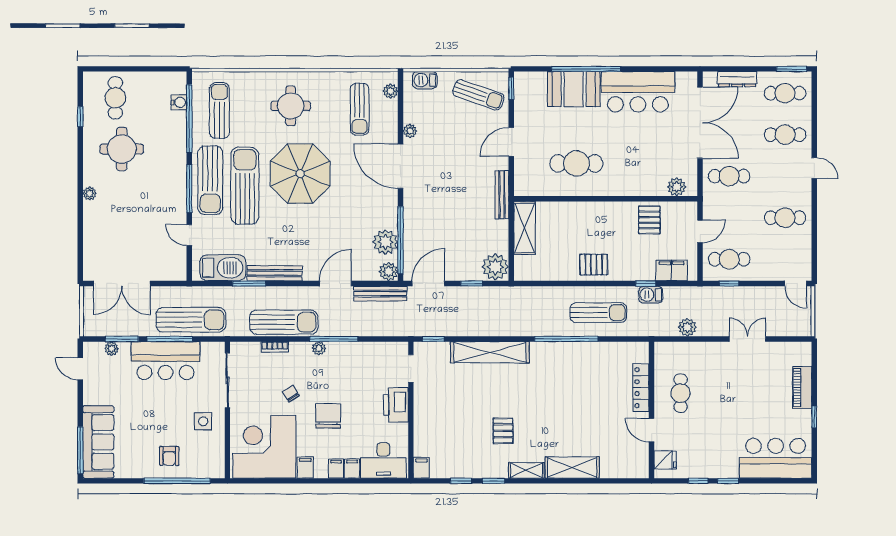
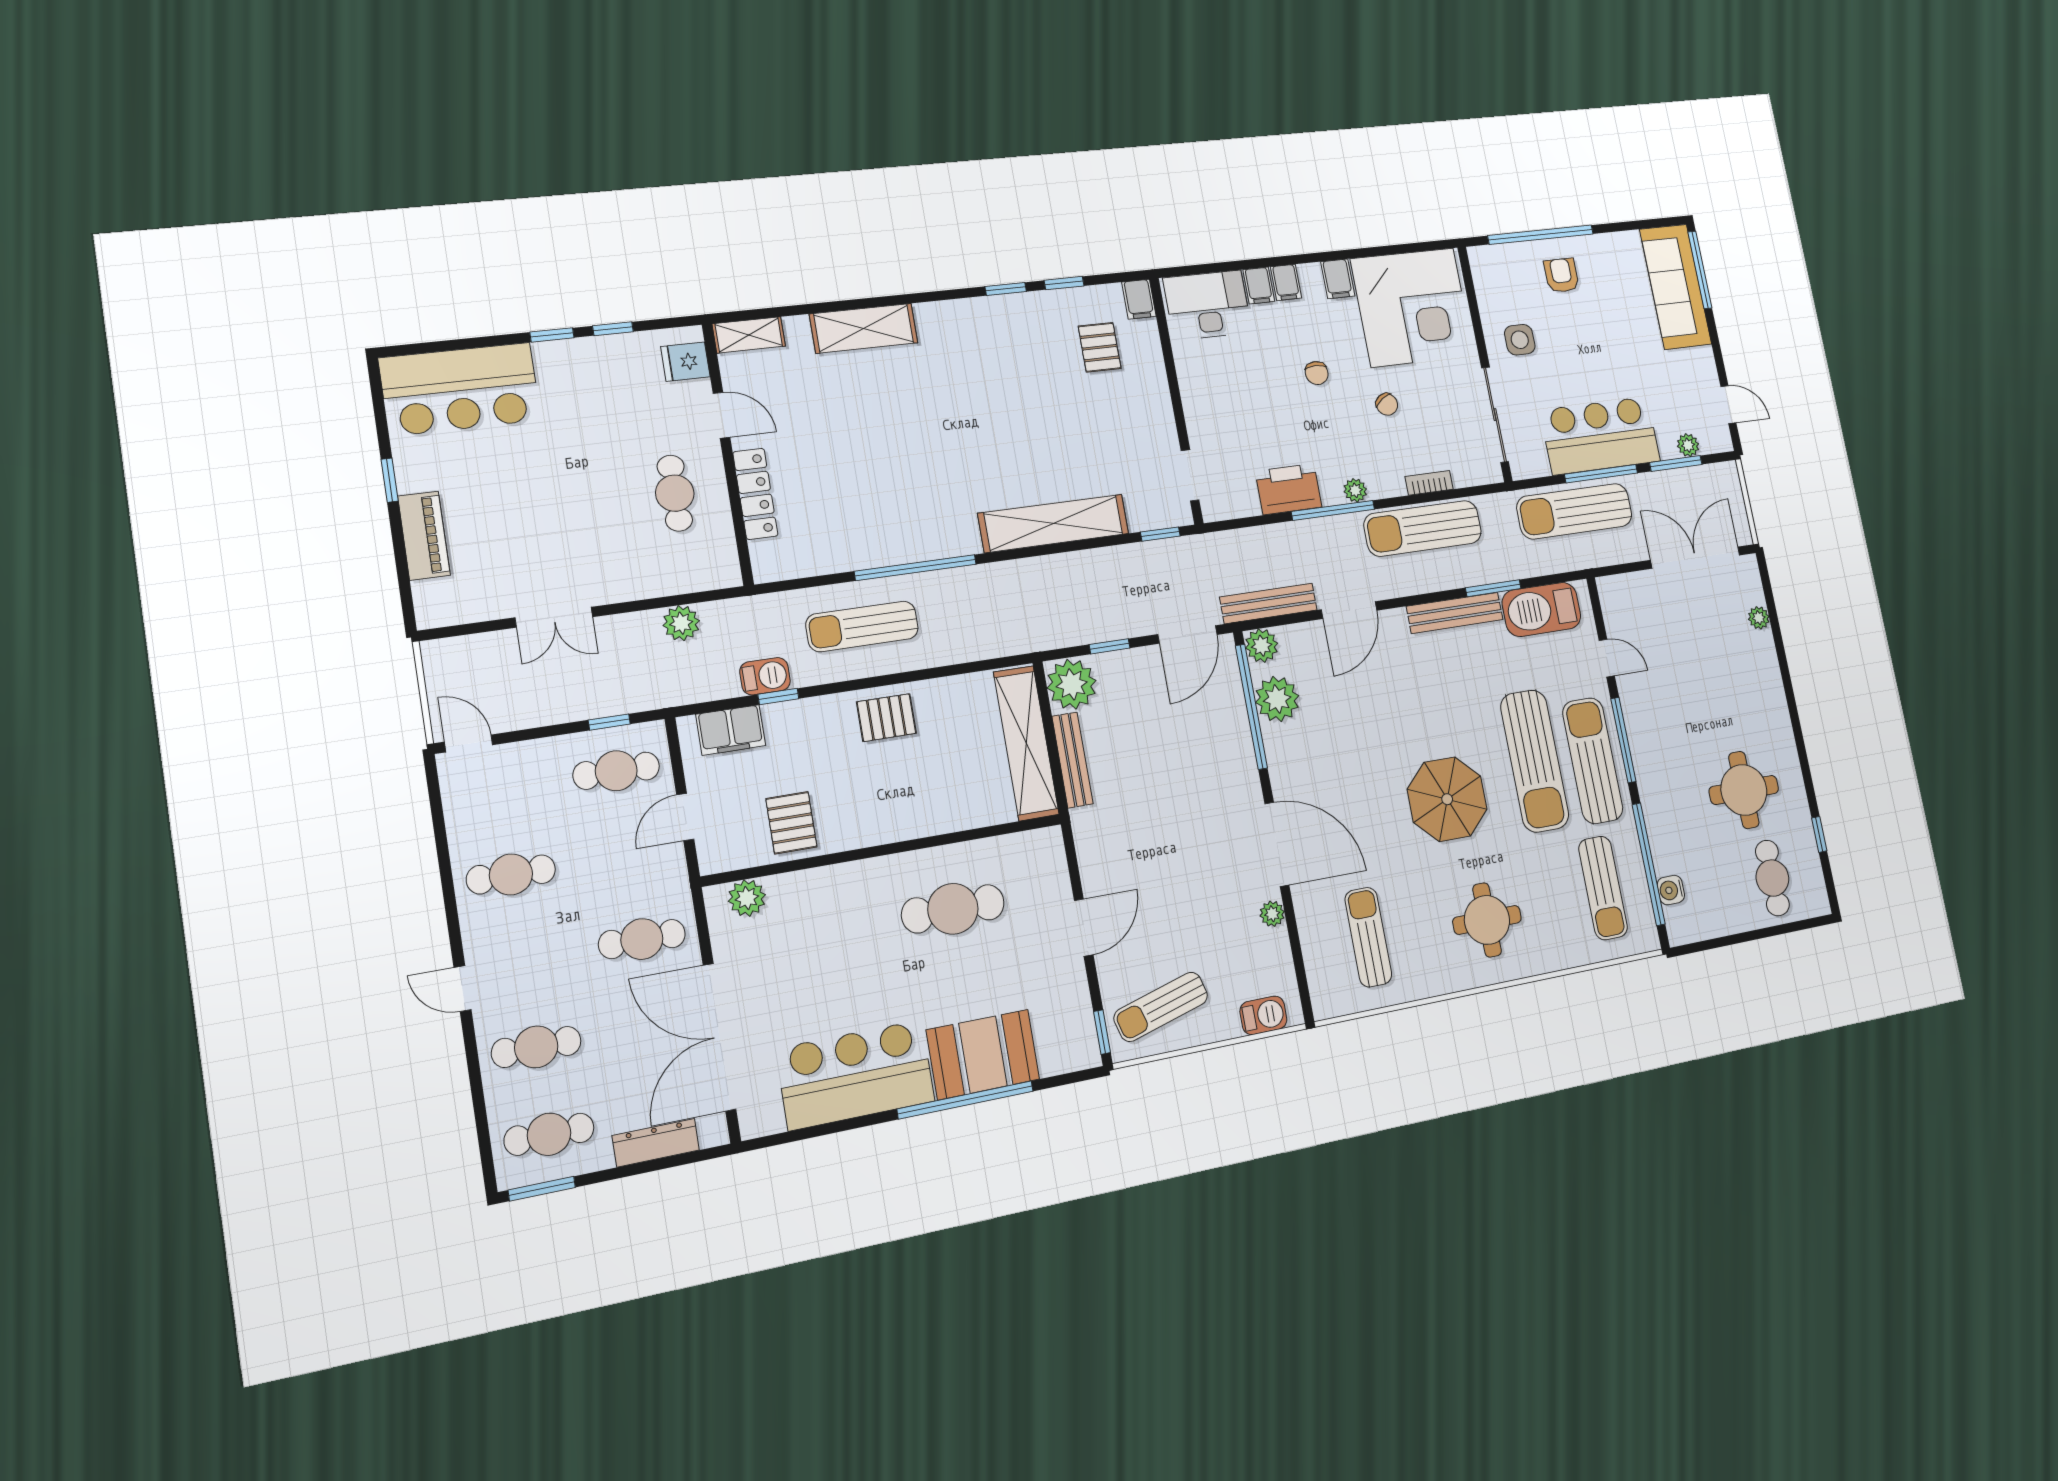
plant: (390, 91) -> (1321, 982), removed
sun lounger: (478, 95) -> (1161, 1007), turned -35
parasol: (300, 174) -> (1447, 799), width x0.73, depth x0.73
plant: (90, 193) -> (1759, 618), moved
bench: (502, 195) -> (1072, 760), moved
shelving: (525, 228) -> (1026, 743), width x1.47
printer: (396, 405) -> (1289, 489), moved, turned -90
chair: (328, 416) -> (1317, 373), width x0.54, depth x0.54
pallet: (503, 431) -> (1100, 347), moved
shelving: (526, 470) -> (749, 335), moved

